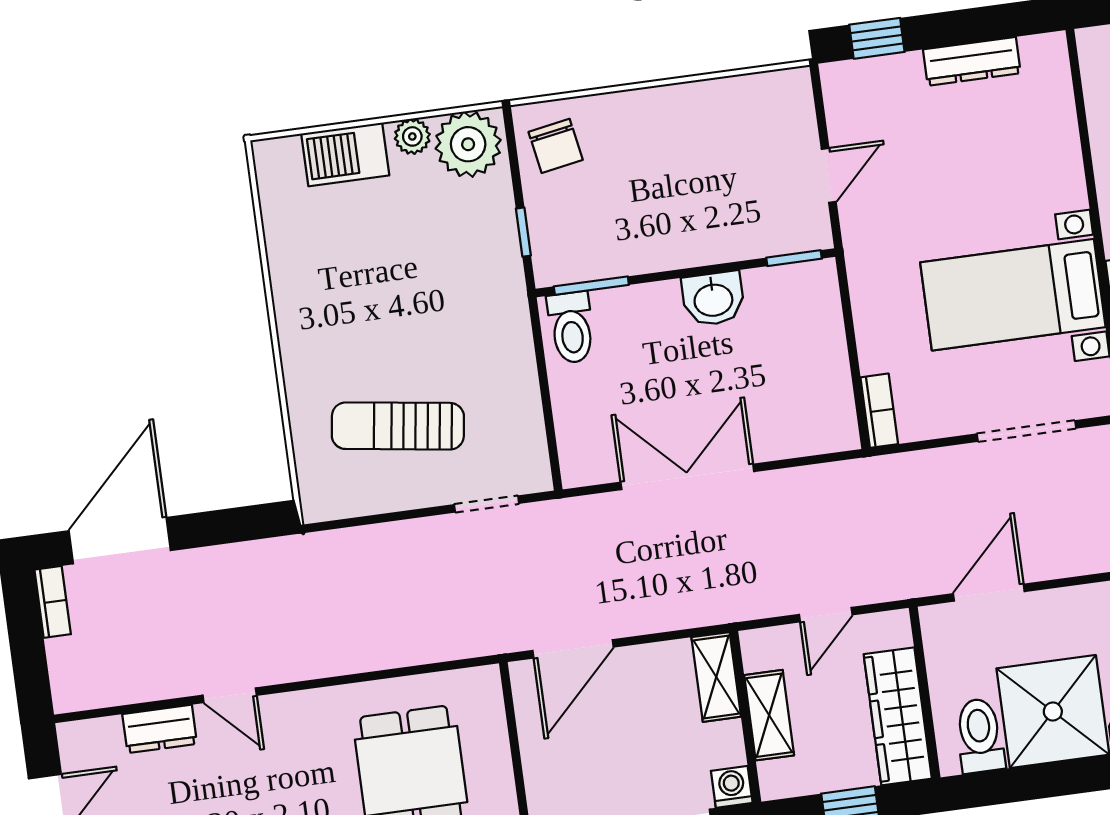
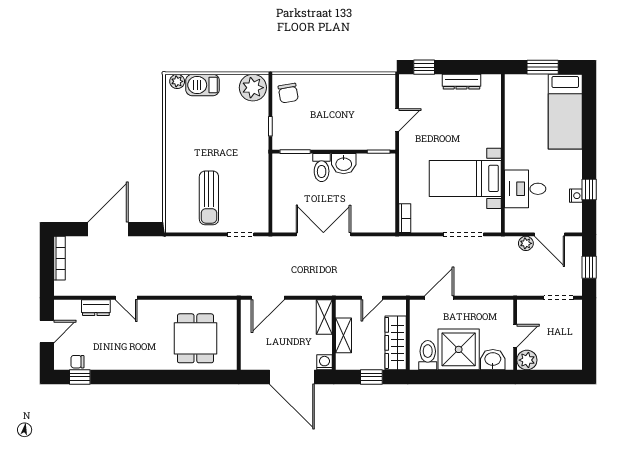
plant: (412, 136) -> (177, 81), moved
toilet: (571, 328) -> (322, 168), moved
sun lounger: (398, 426) -> (209, 198), turned -98
door: (120, 541) -> (108, 229), moved
bookcase: (53, 602) -> (59, 258), width x1.56

